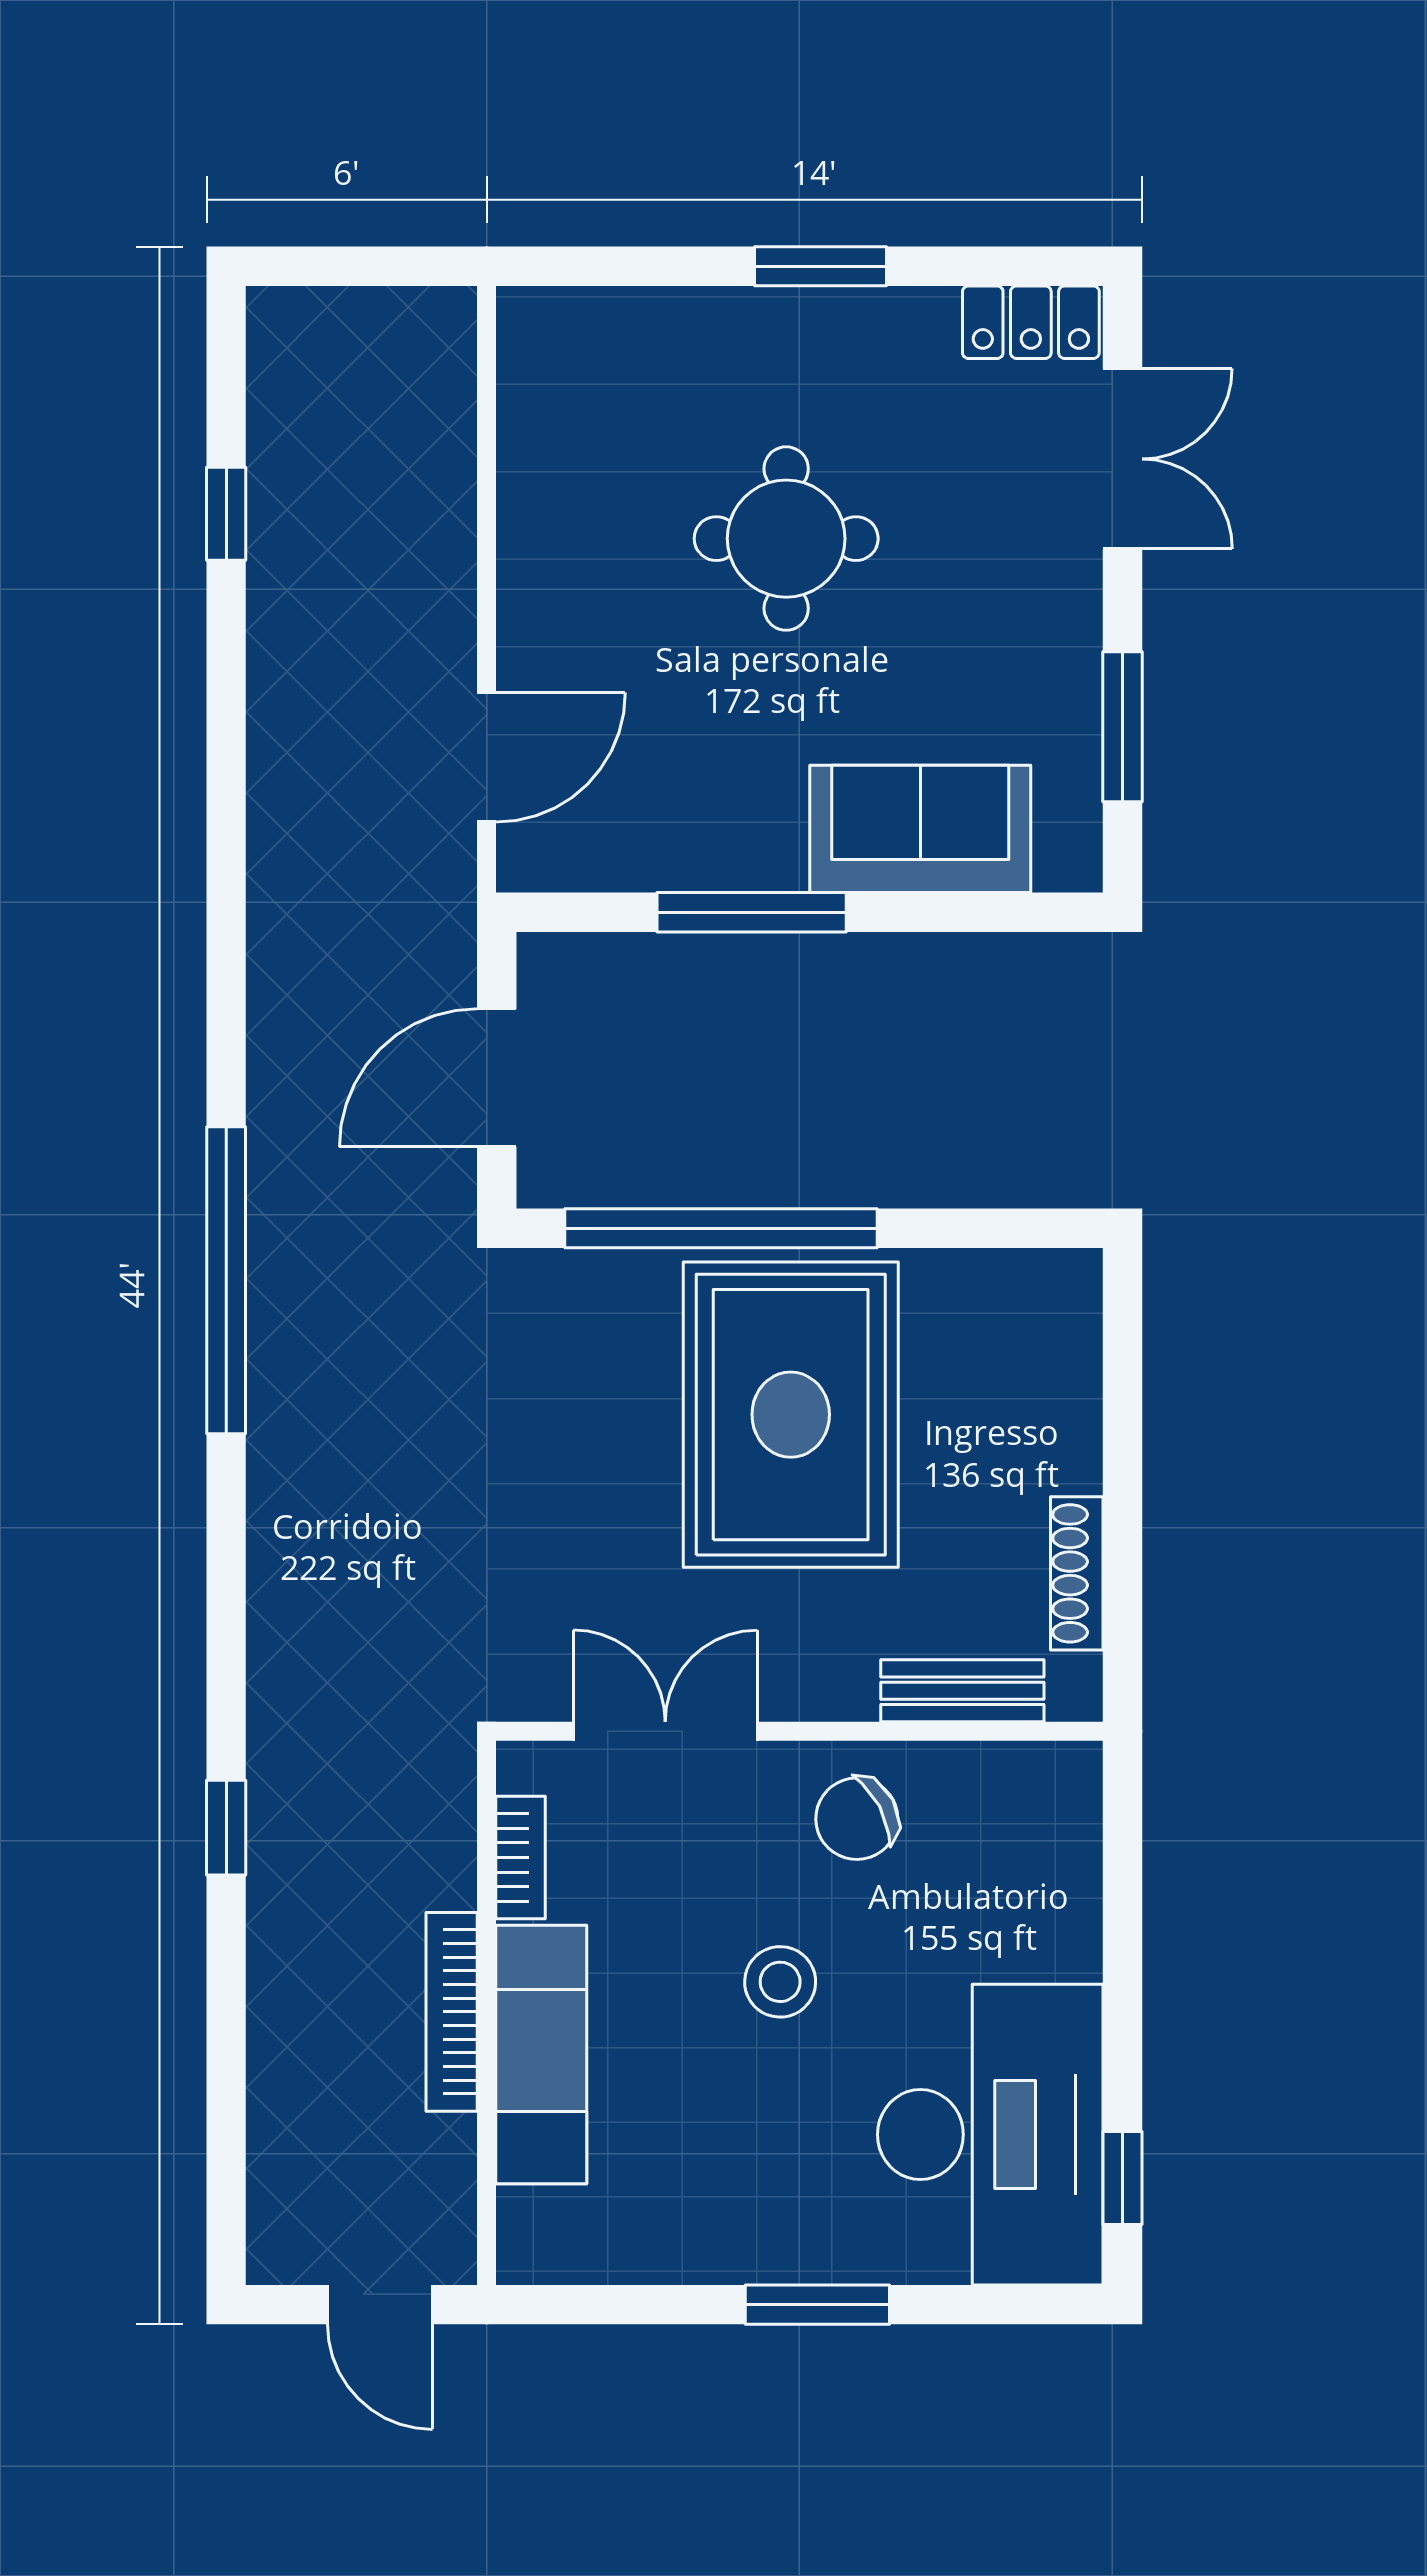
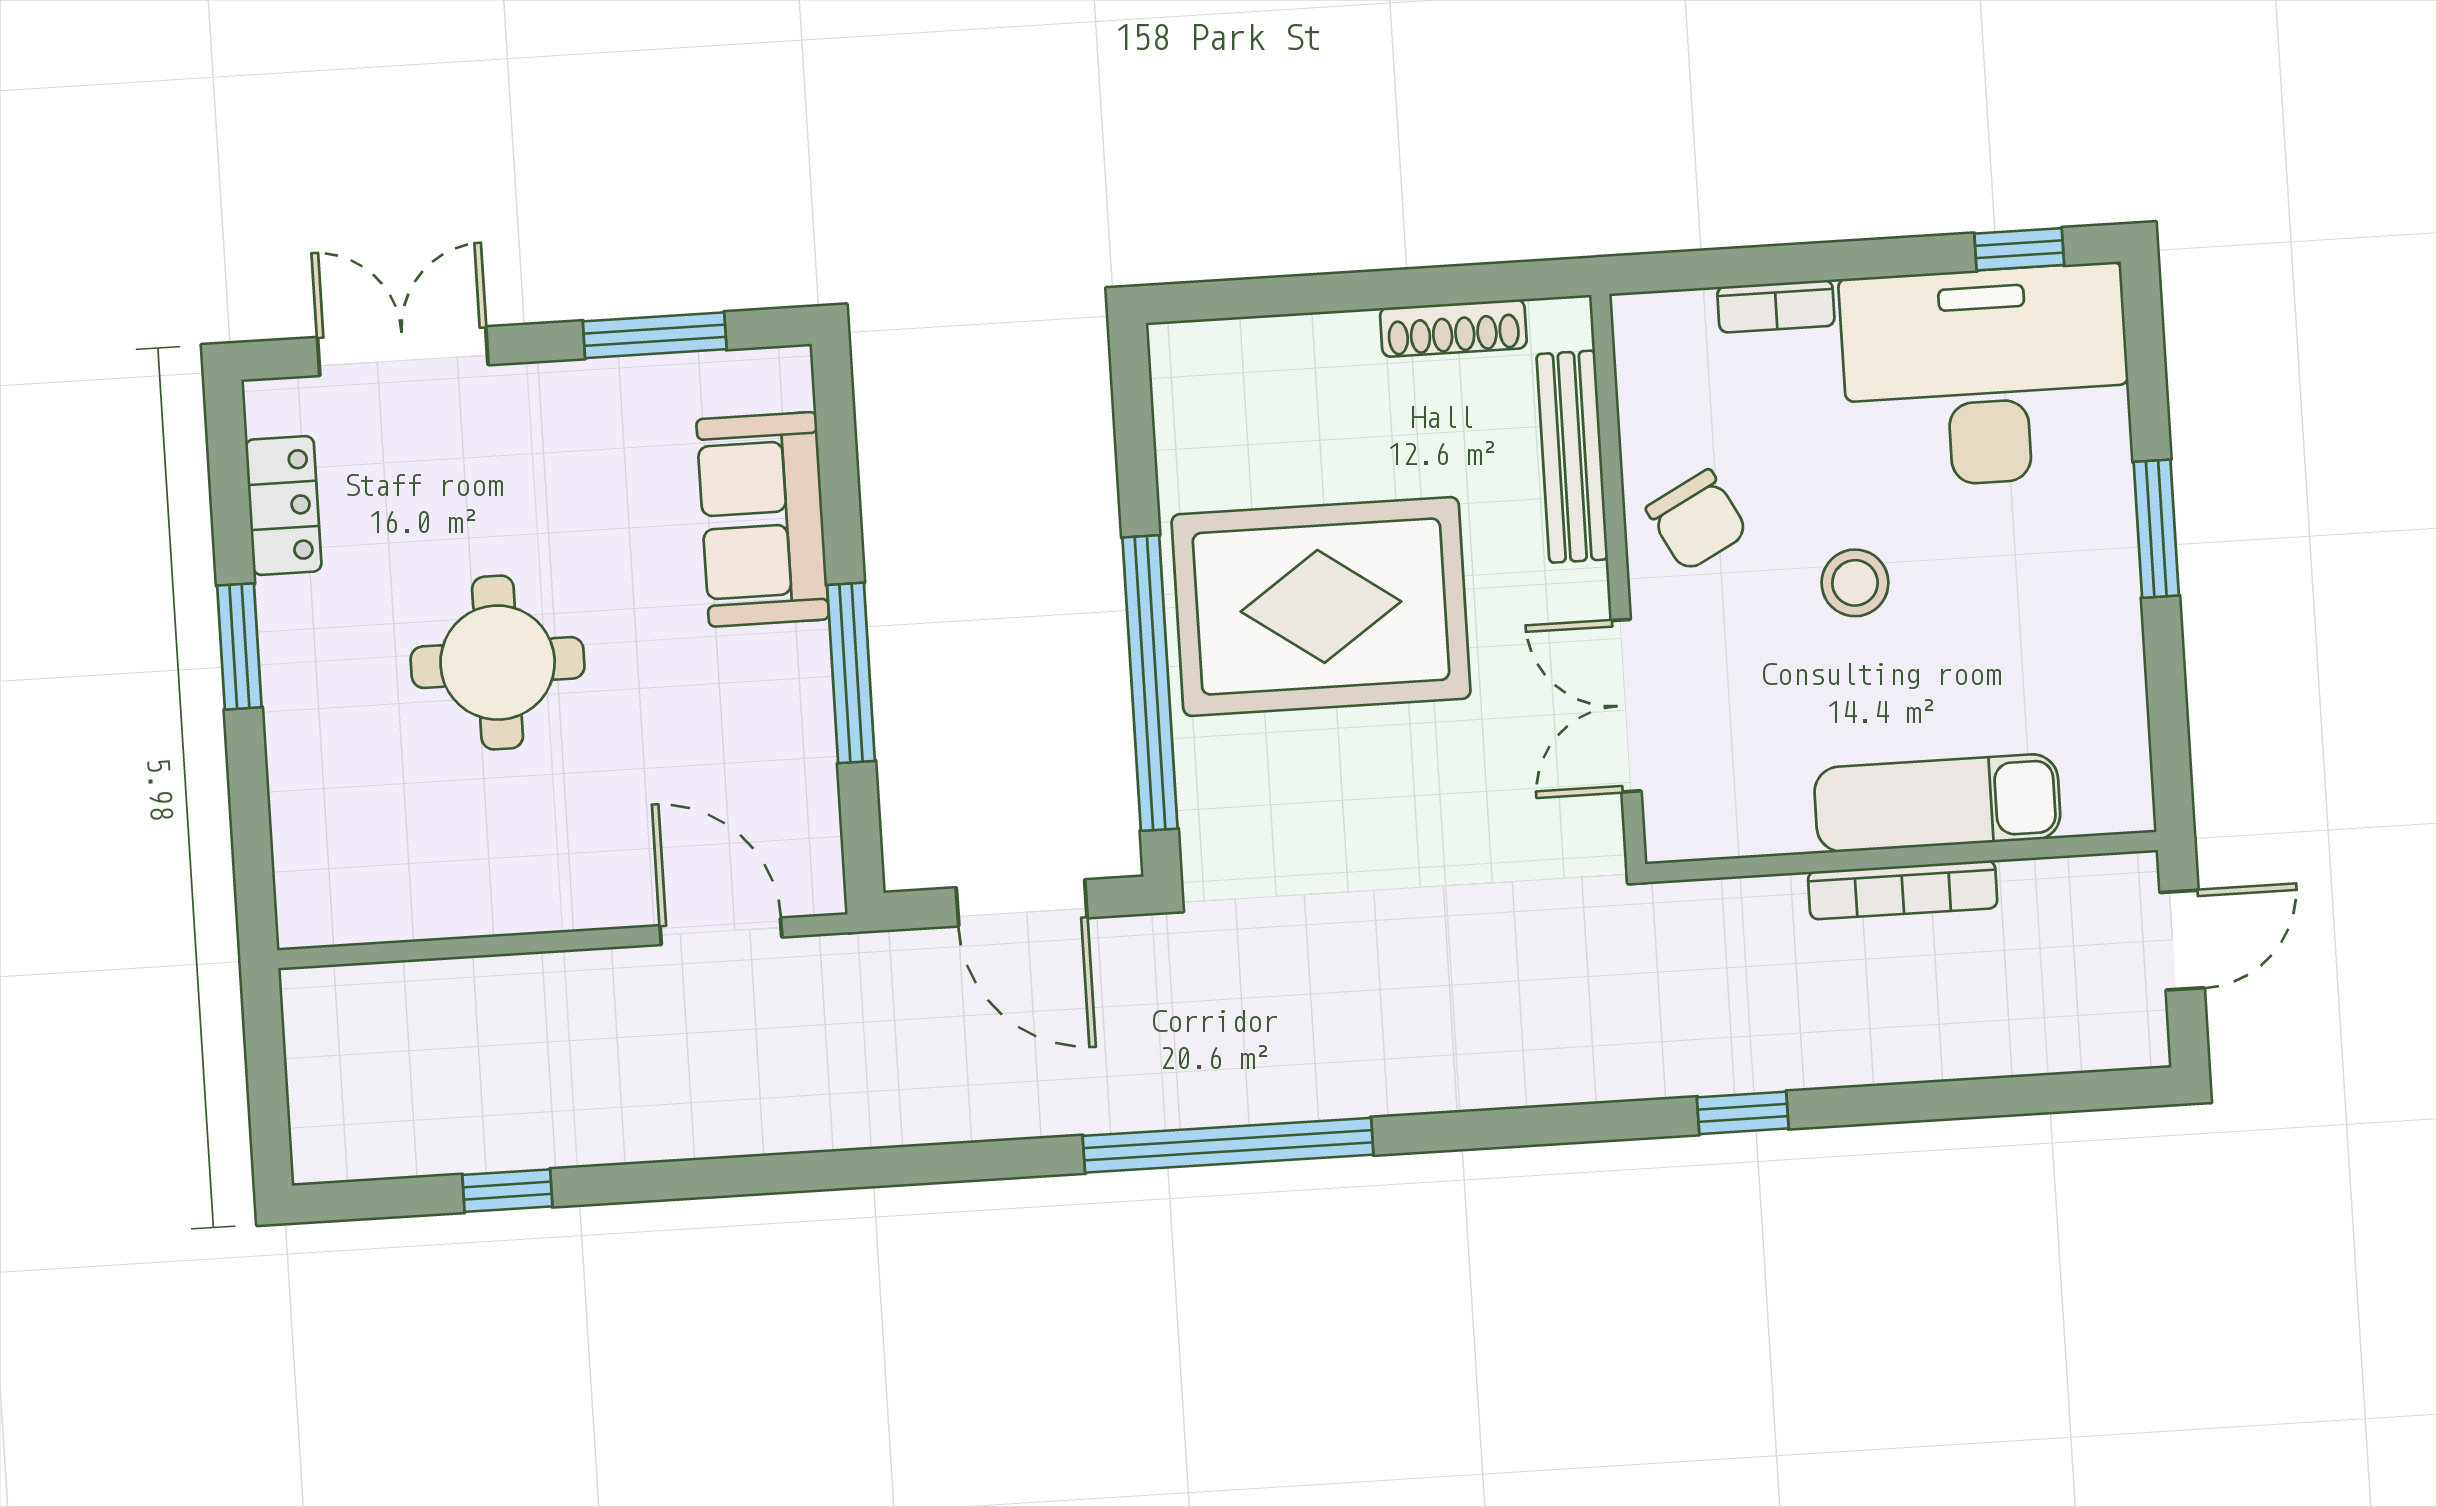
locker: (1031, 322) -> (283, 505), moved
bench: (962, 1691) -> (1572, 457), width x1.36
bookcase: (520, 1857) -> (1776, 306), moved, turned 180

